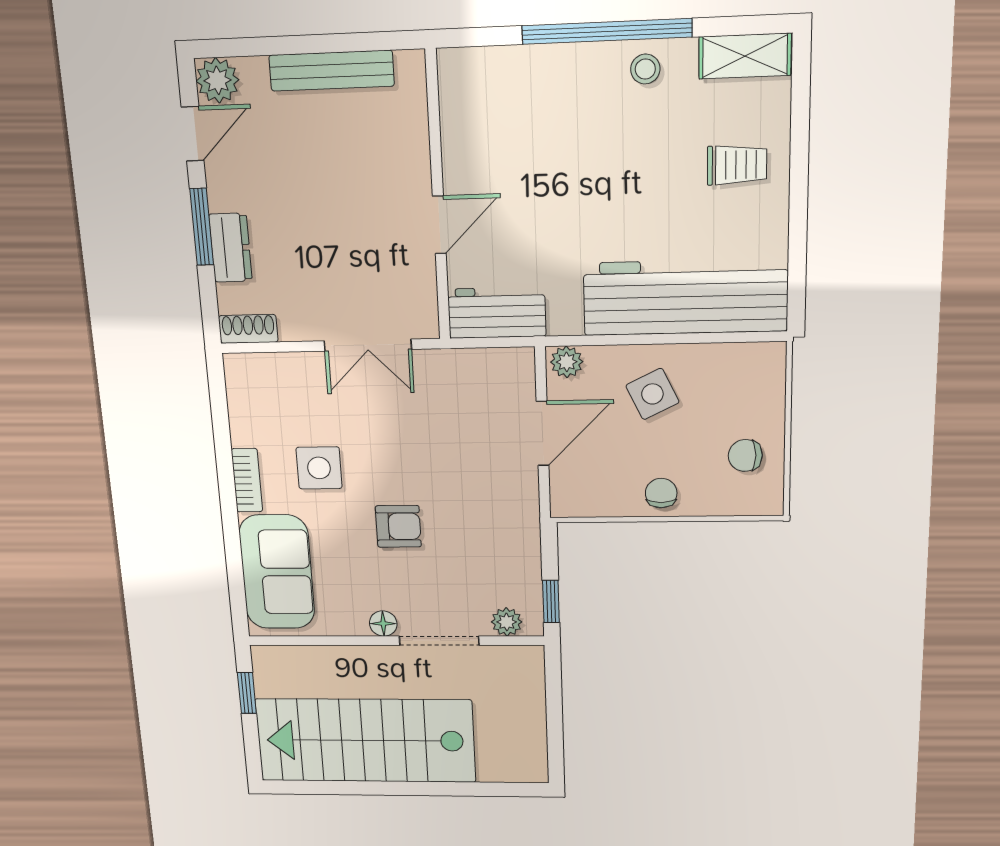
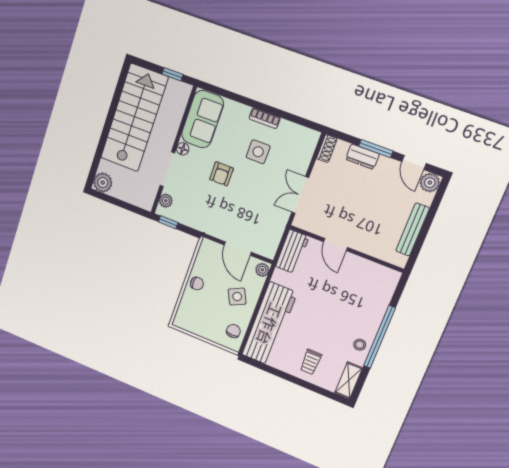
chair: (745, 455) -> (233, 331), moved
sofa: (277, 572) -> (202, 119), moved, turned -90
plant: (526, 763) -> (103, 183), added

